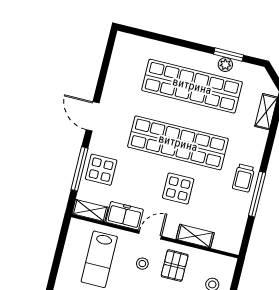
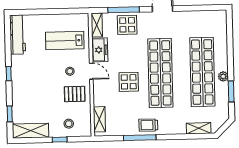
plant: (225, 65) -> (223, 76), moved
shelving: (195, 236) -> (99, 119), moved

